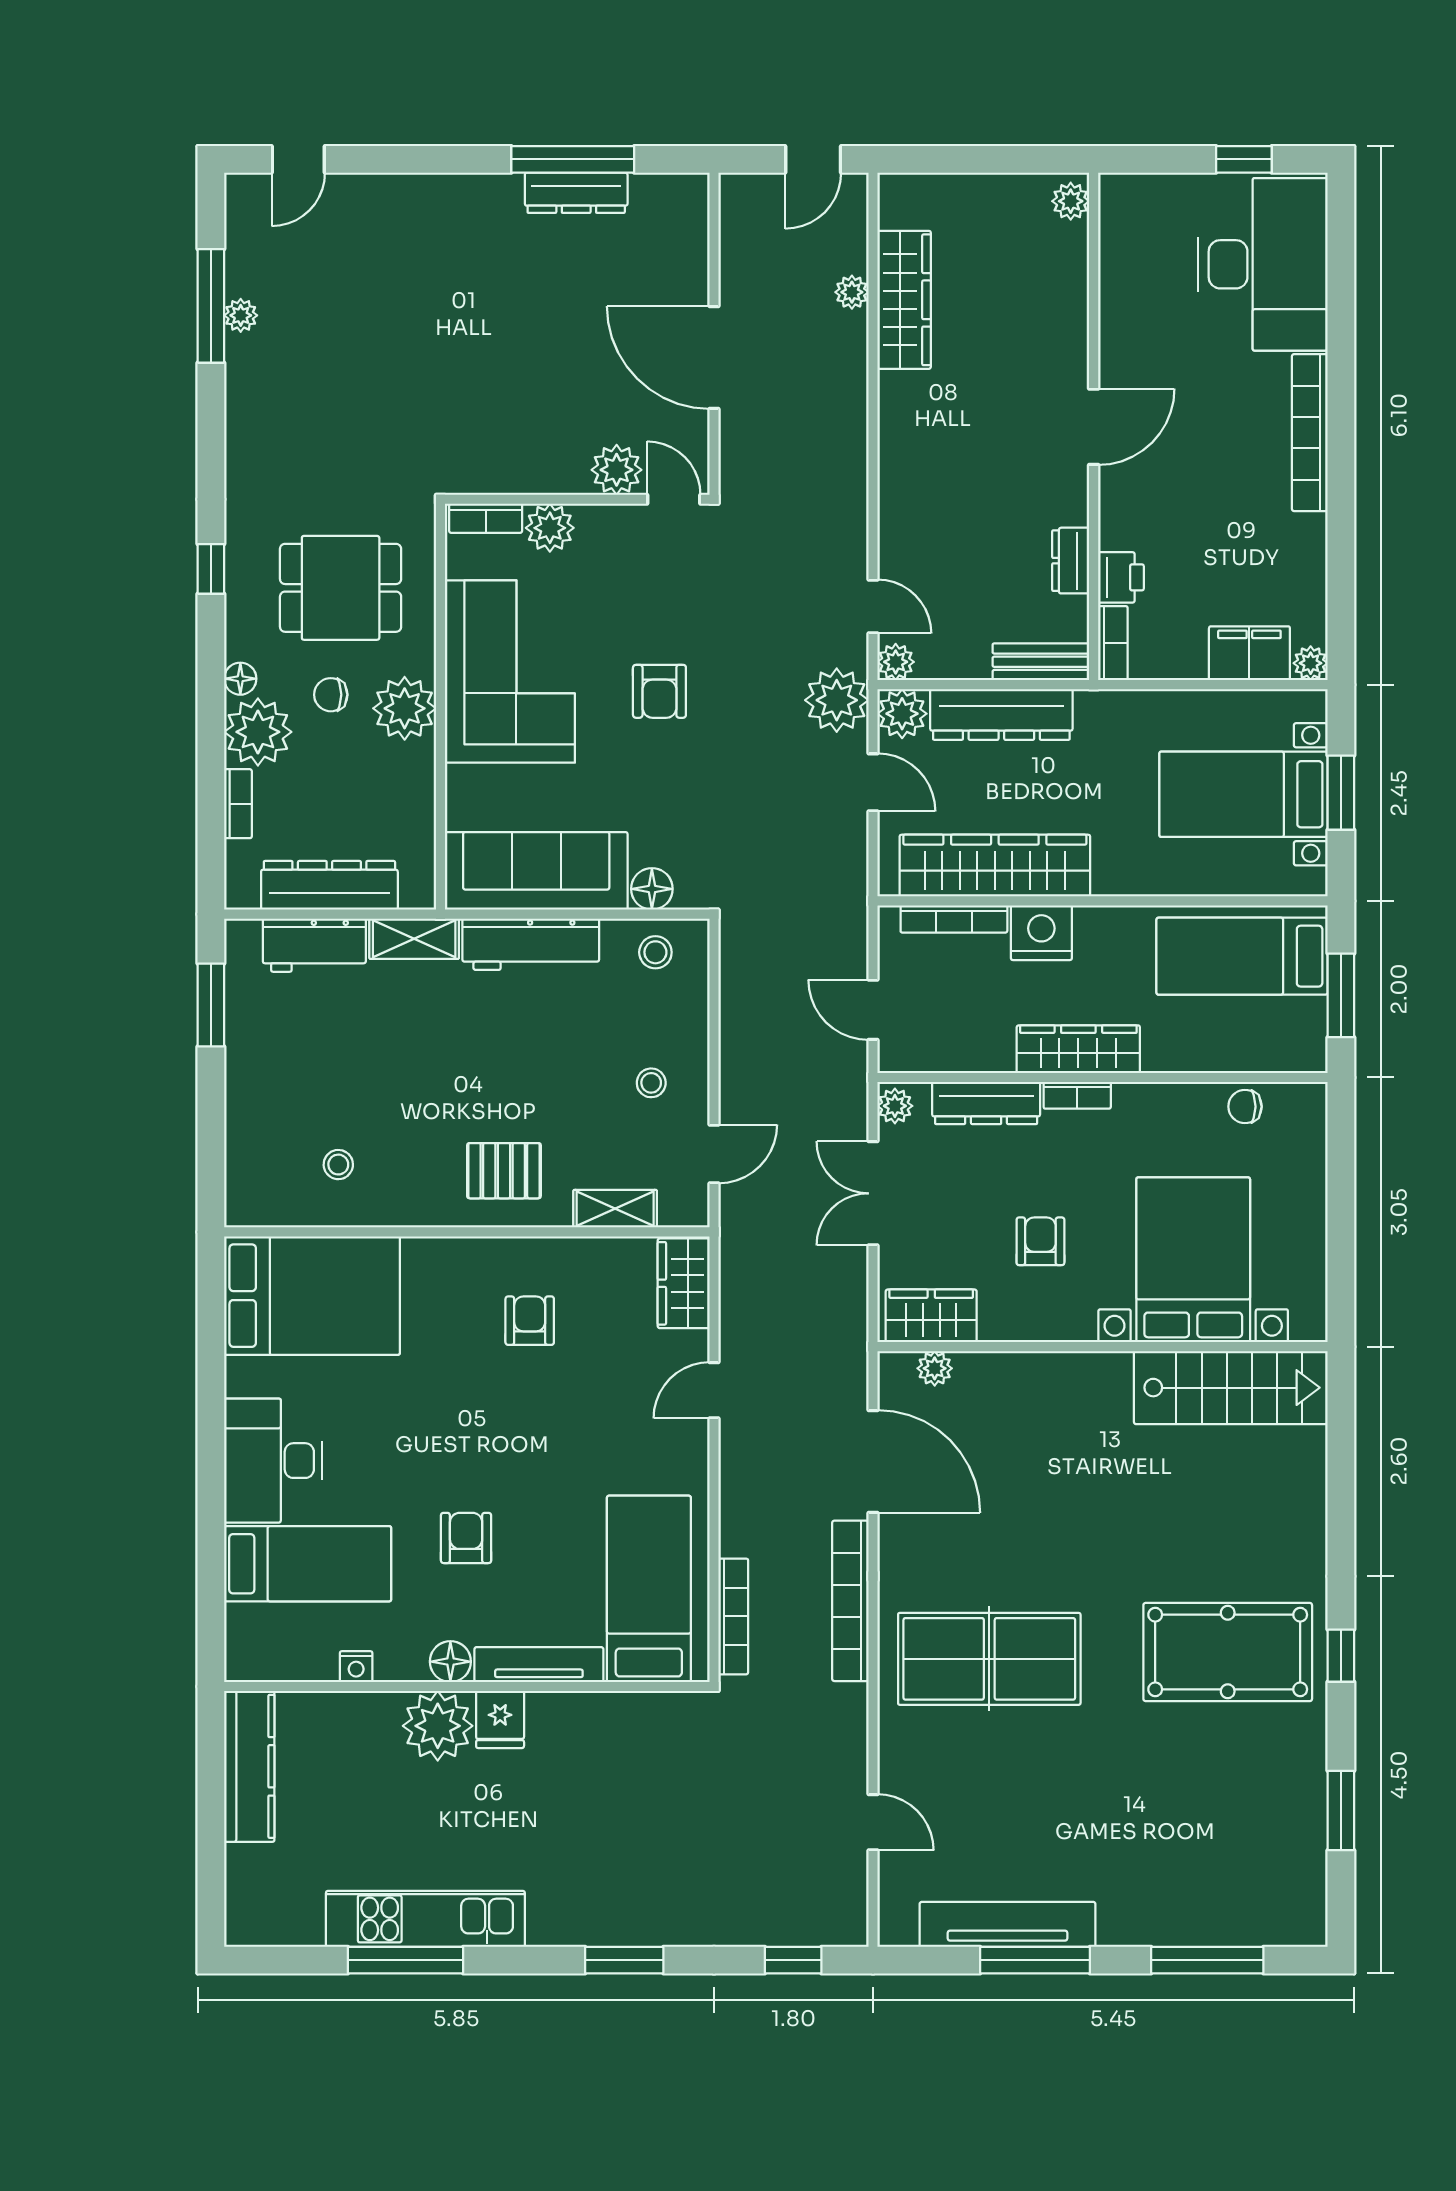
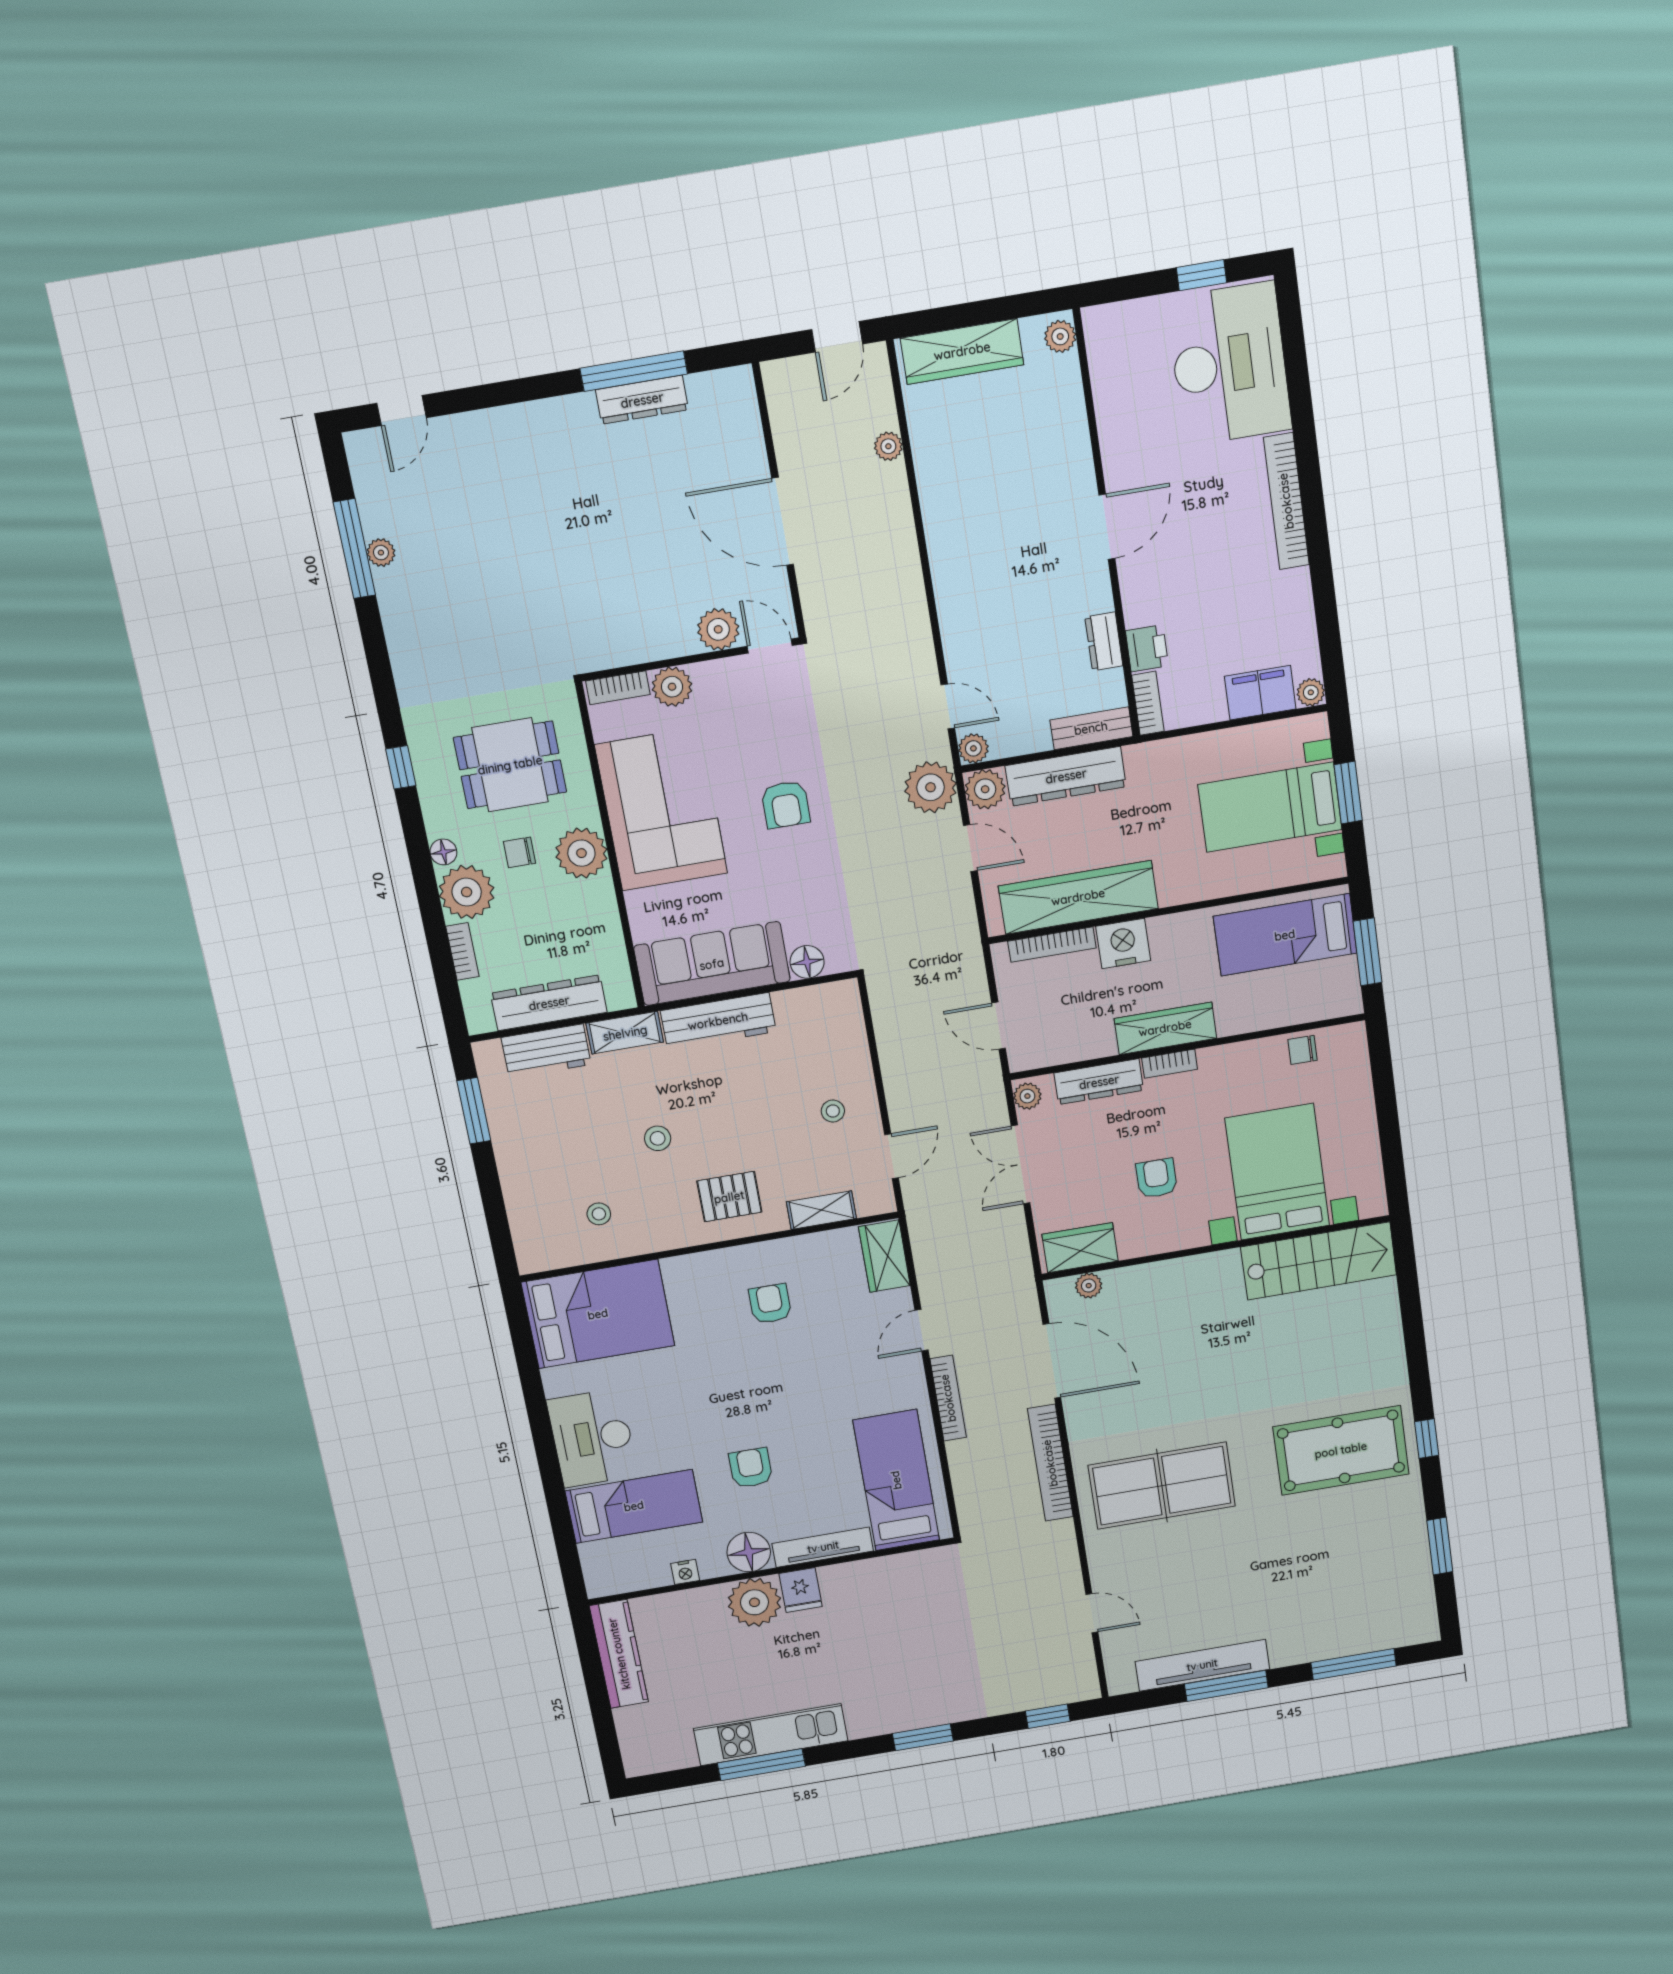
wardrobe: (904, 300) -> (962, 351), moved, turned 90
stool: (655, 952) -> (658, 1138), moved
bookcase: (733, 1616) -> (948, 1398), moved
floor lamp: (450, 1662) -> (749, 1552), width x1.38, depth x1.38

